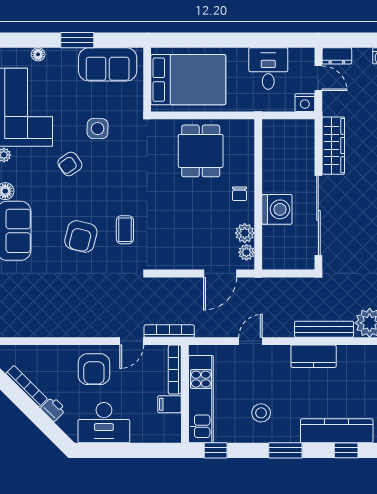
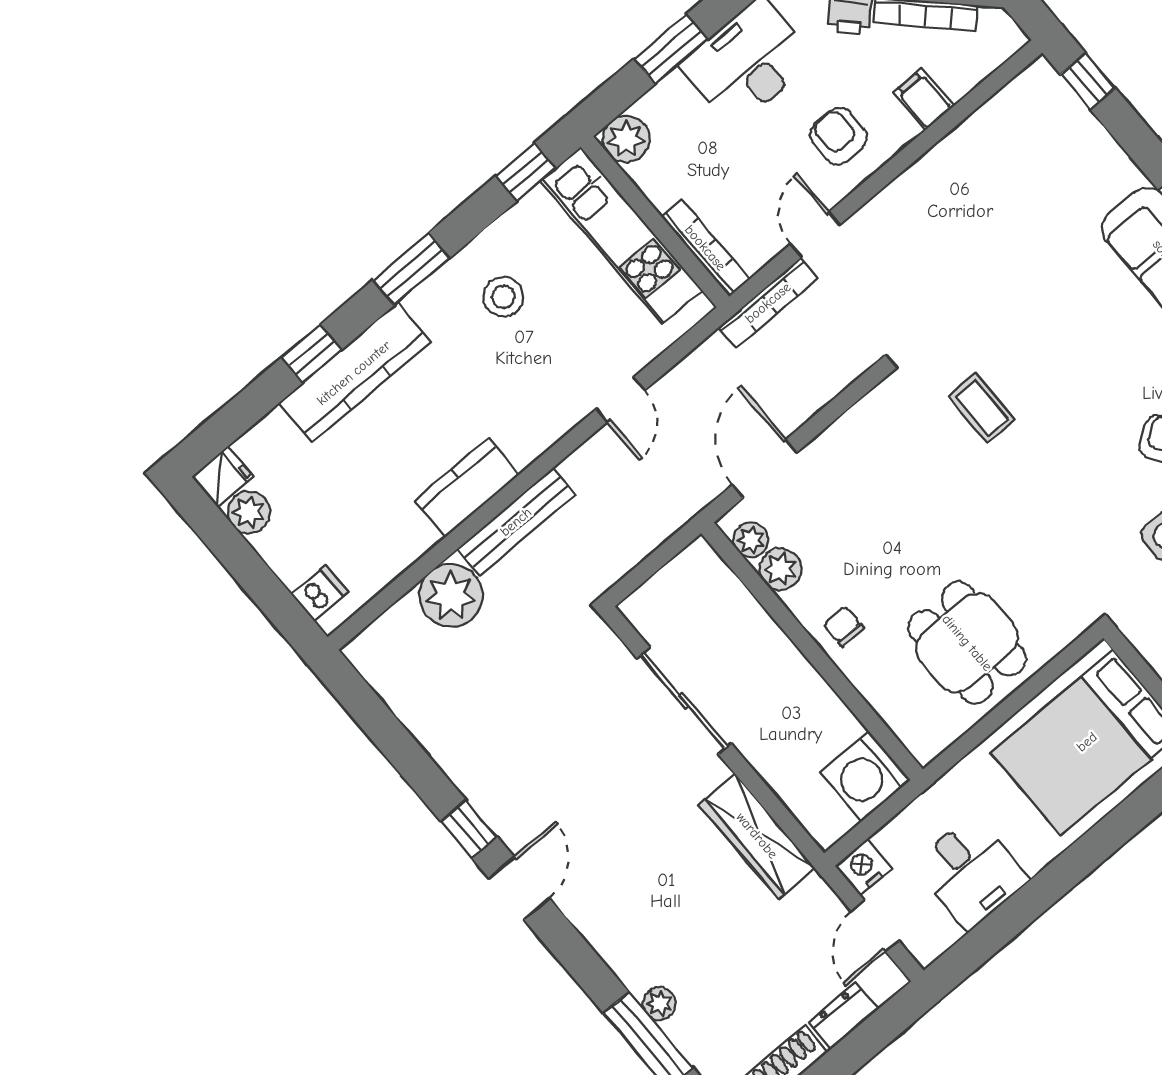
dresser: (337, 56) -> (843, 1016), moved
door: (318, 78) -> (875, 926), hinge flipped
washing machine: (277, 209) -> (865, 776), moved
sliding door: (318, 215) -> (684, 701), width x0.73
armchair: (81, 236) -> (1045, 336), removed
kitchen counter: (314, 356) -> (467, 487), moved
armchair: (94, 369) -> (838, 136), width x0.72, depth x0.72
filing cabinet: (169, 404) -> (923, 99), moved, turned -90
plant: (170, 432) -> (626, 139), added
window: (127, 450) -> (671, 49), added

